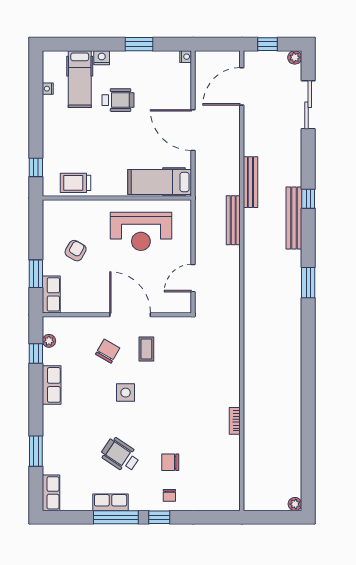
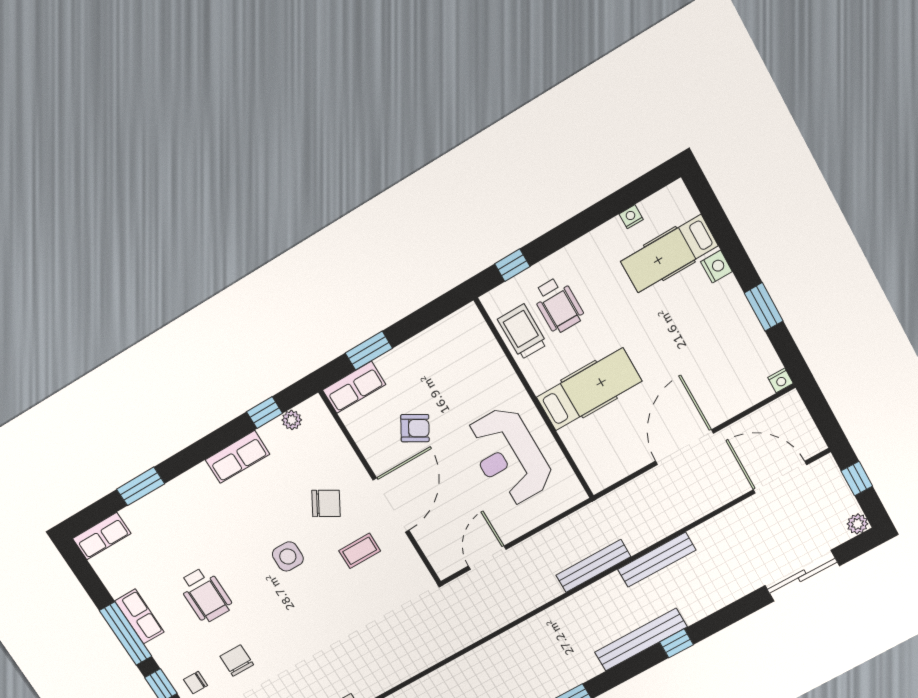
wheelchair: (118, 100) -> (558, 305), moved
hospital bed: (160, 182) -> (589, 389), moved, turned 90
armchair: (76, 251) -> (415, 428), moved
door: (193, 278) -> (487, 558), hinge flipped
wheelchair: (120, 455) -> (205, 595), turned 146

